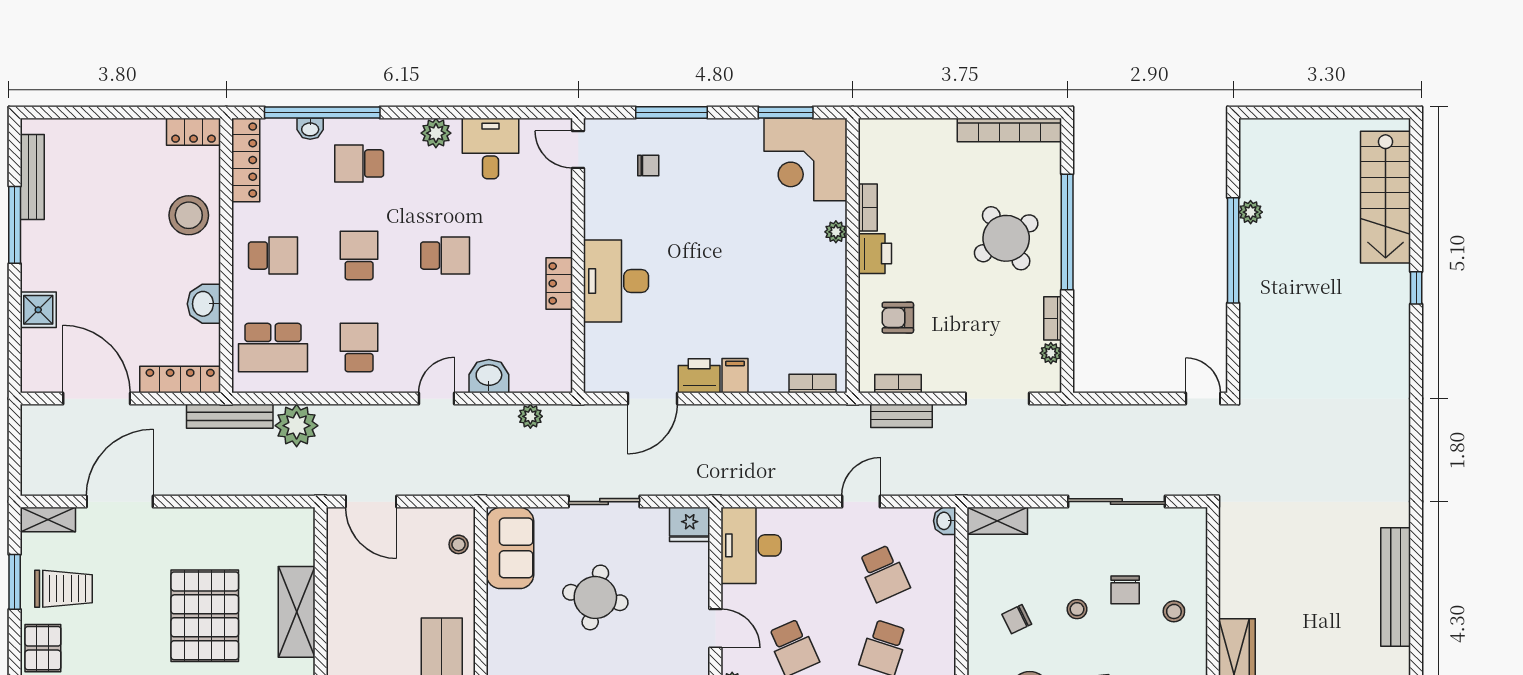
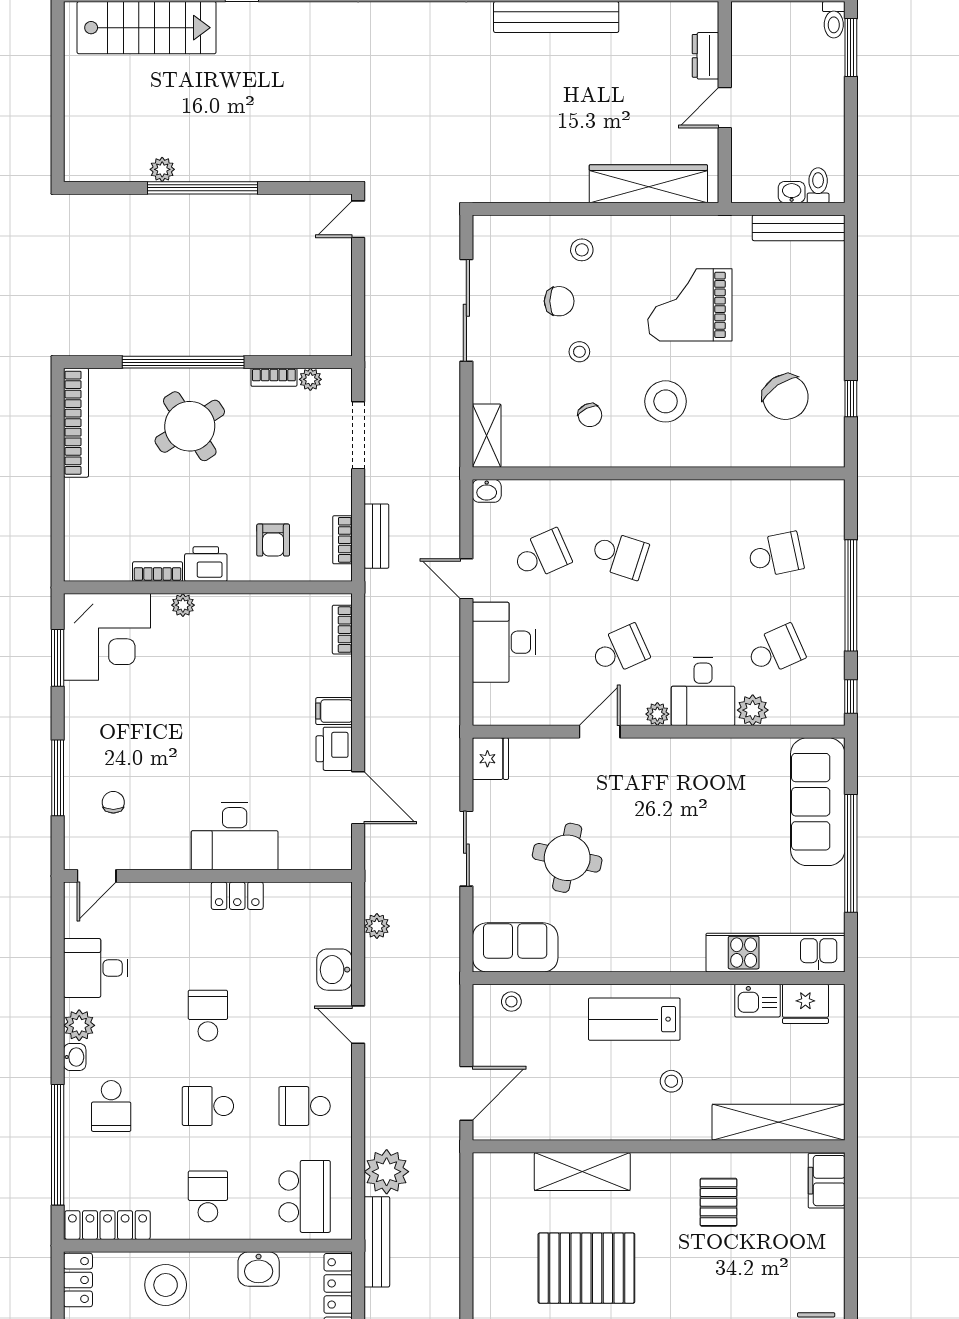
washbasin: (310, 129) -> (75, 1057), moved
desk: (751, 545) -> (504, 642), moved, turned 90

